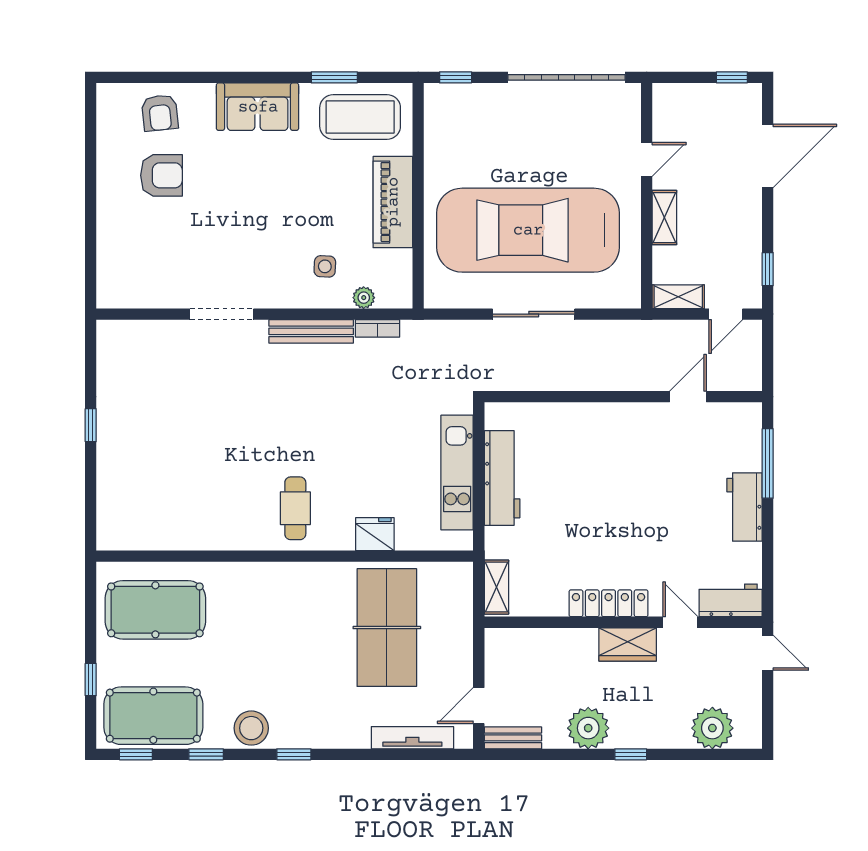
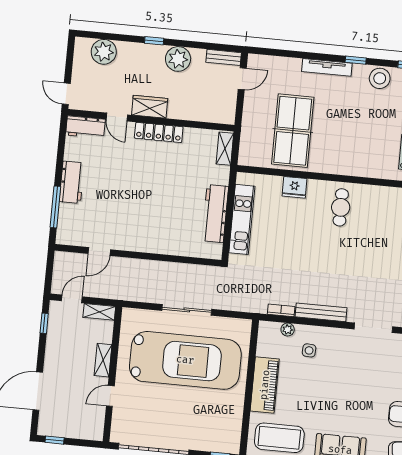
tv unit: (412, 738) -> (327, 67), moved

